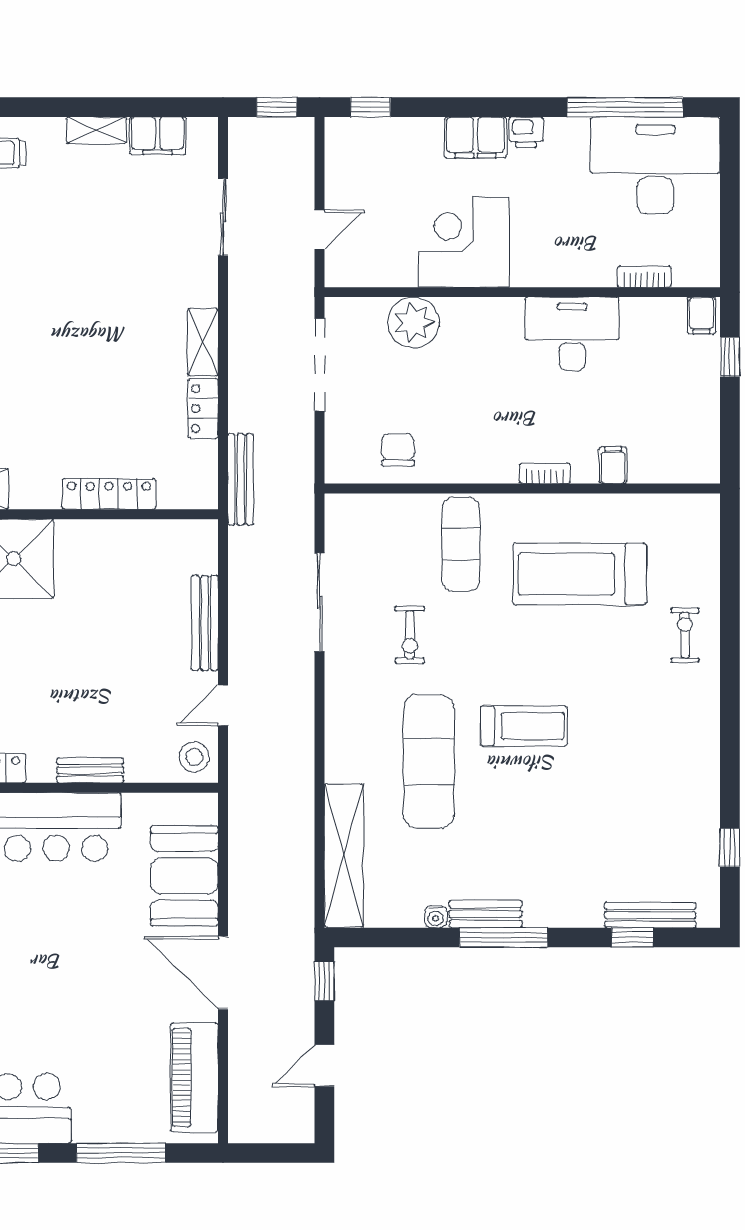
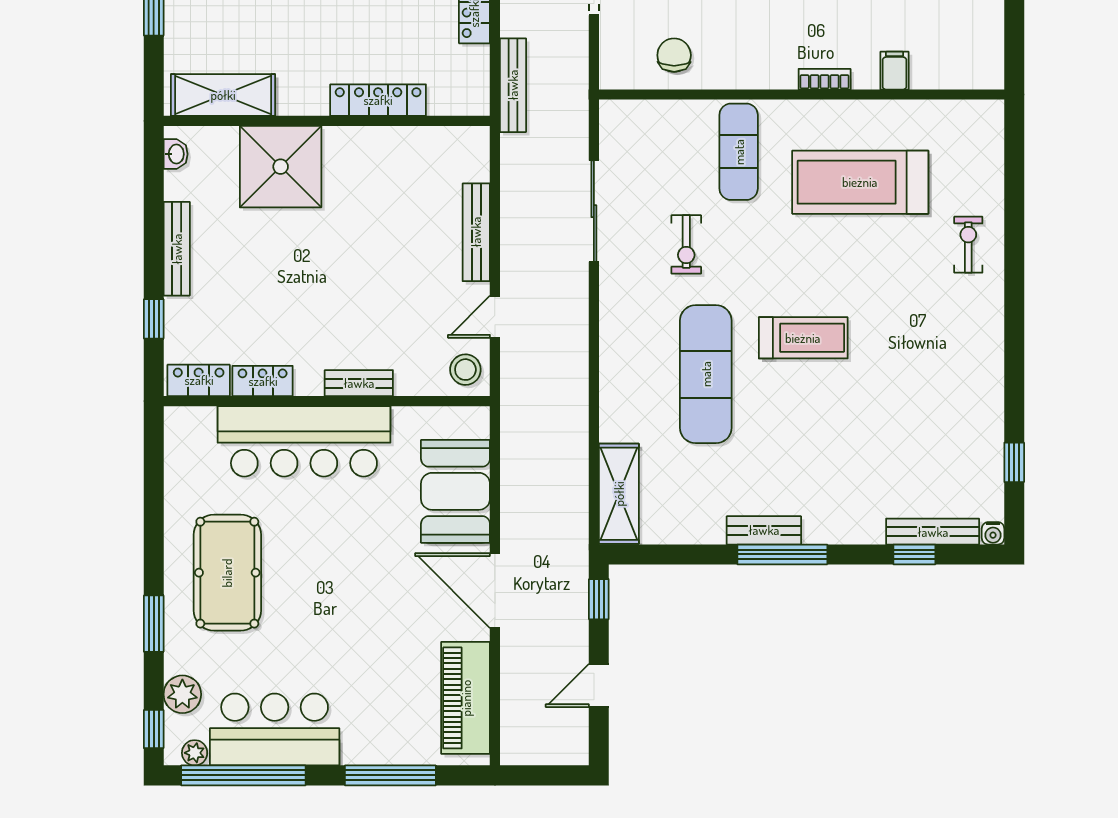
shelving: (344, 855) -> (619, 494), width x0.68
water cooler: (436, 917) -> (993, 533), moved

